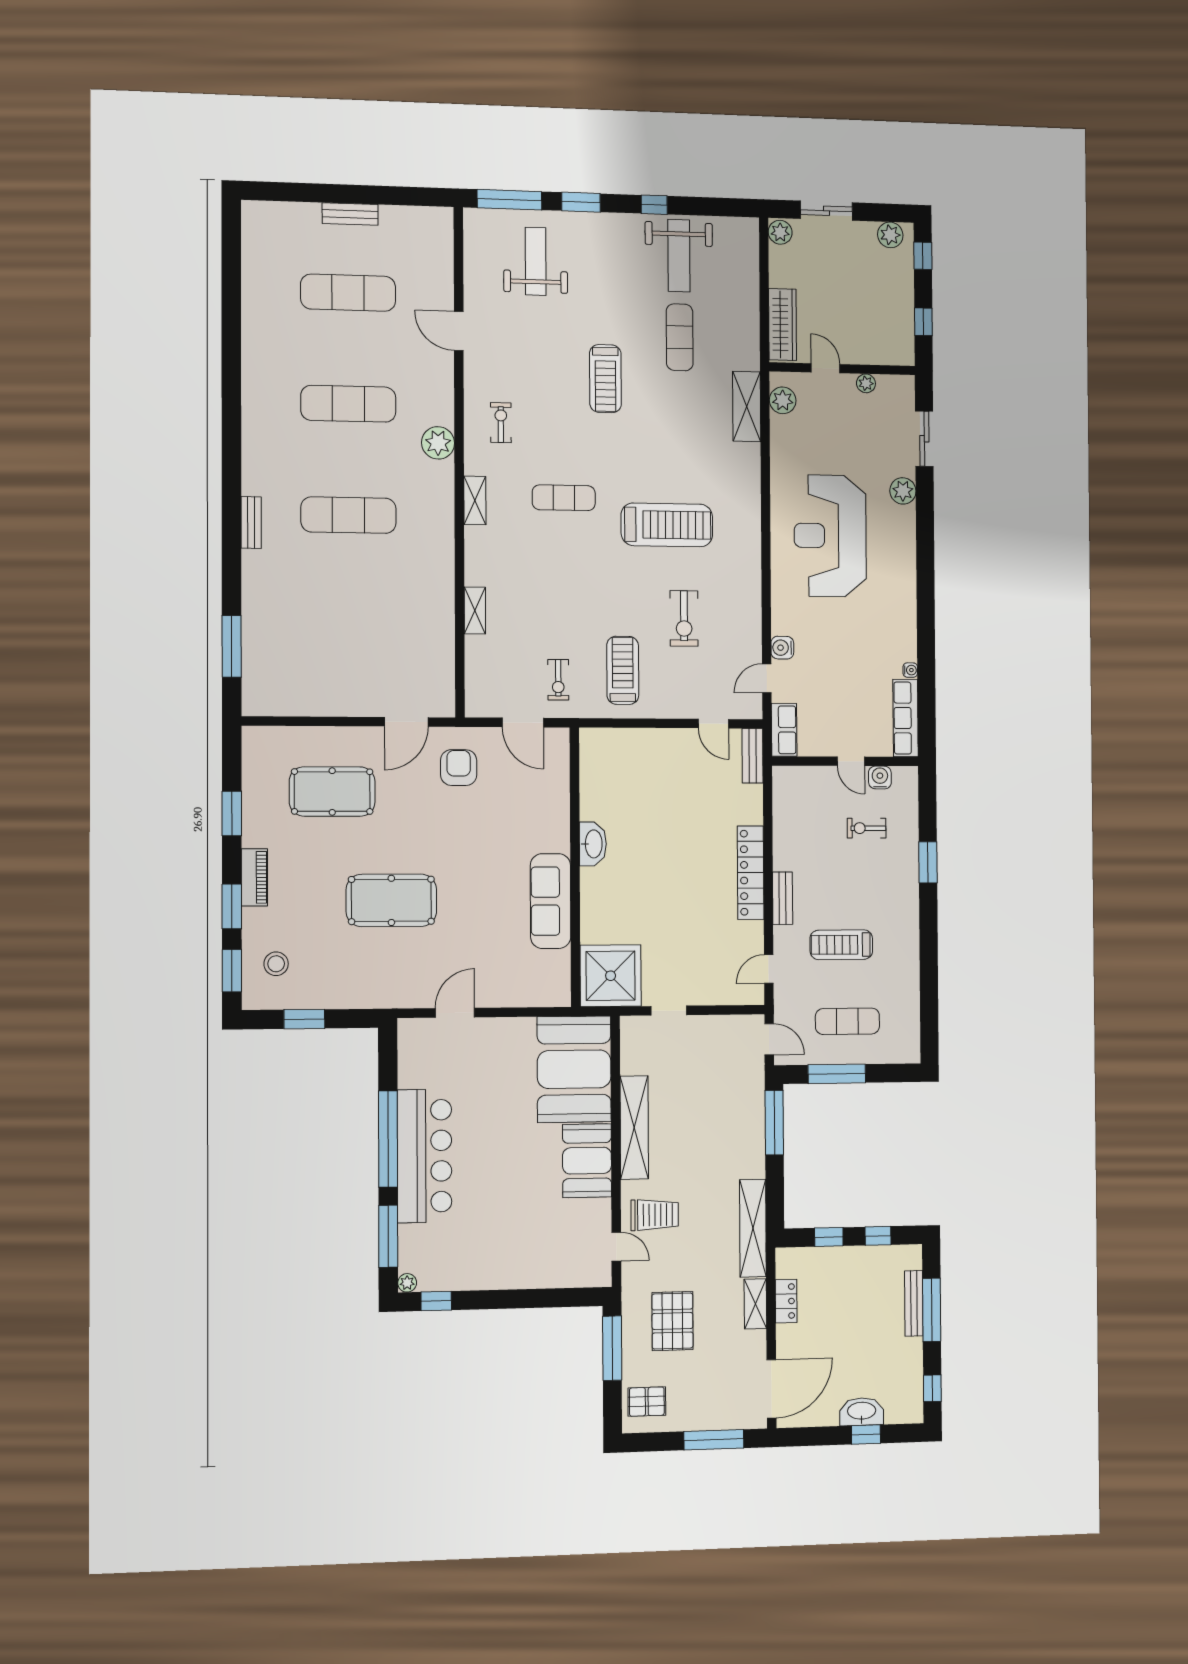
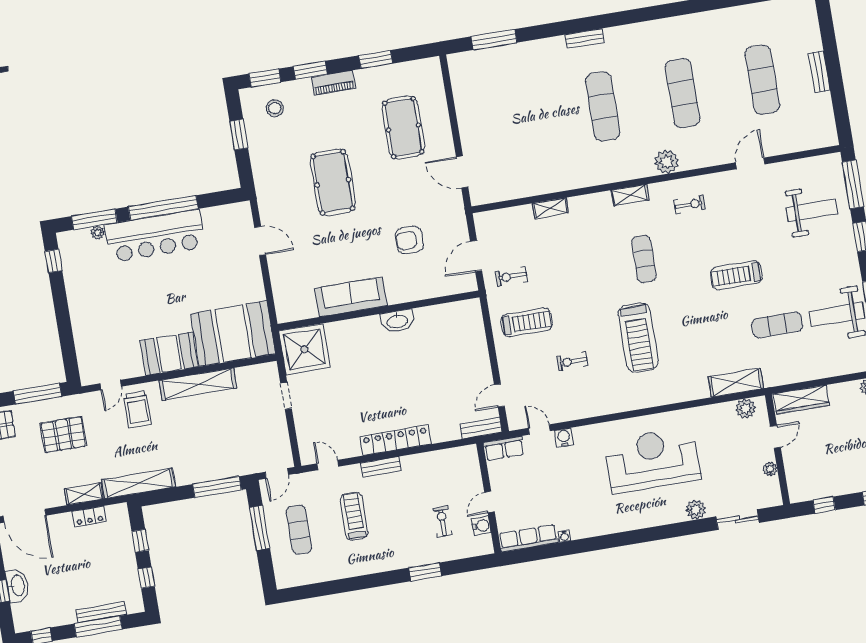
exercise bike: (684, 618) -> (572, 361), width x0.73, depth x0.72
armchair: (459, 768) -> (409, 240), moved, turned 180
plant: (407, 1283) -> (98, 233), moved

